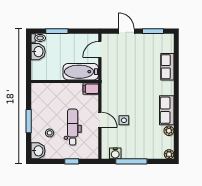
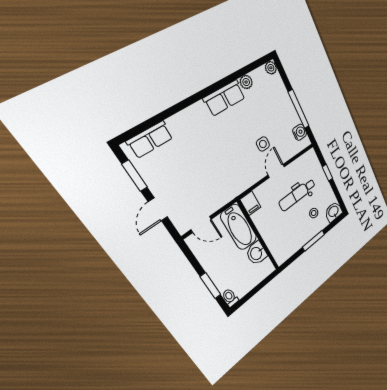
washbasin: (38, 52) -> (256, 253), moved, turned -90
row of seats: (167, 67) -> (150, 140), moved

